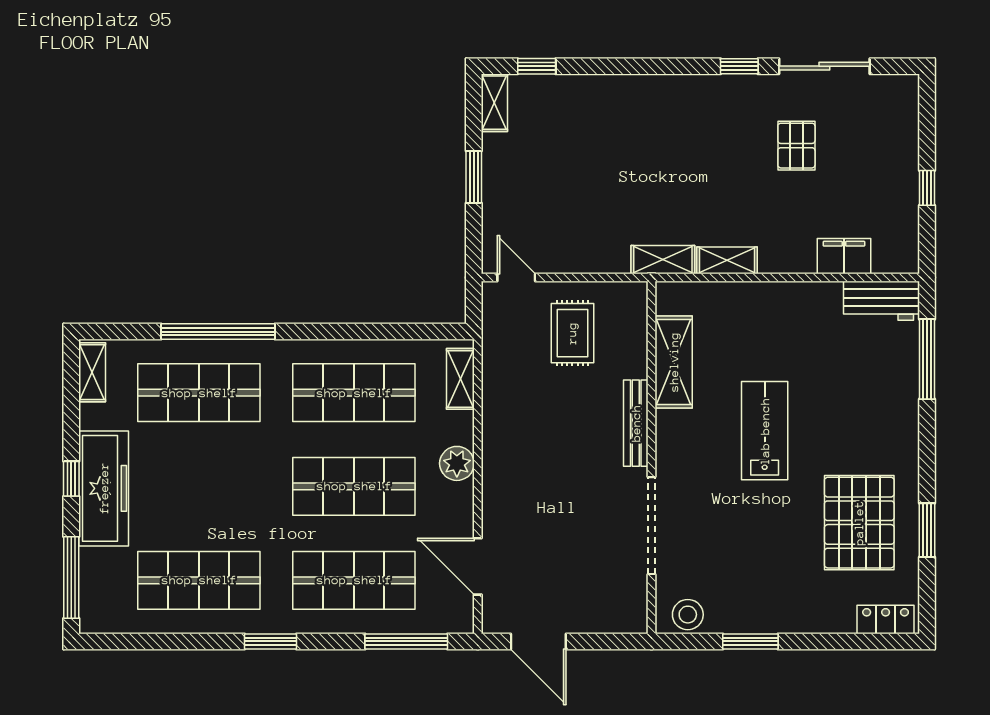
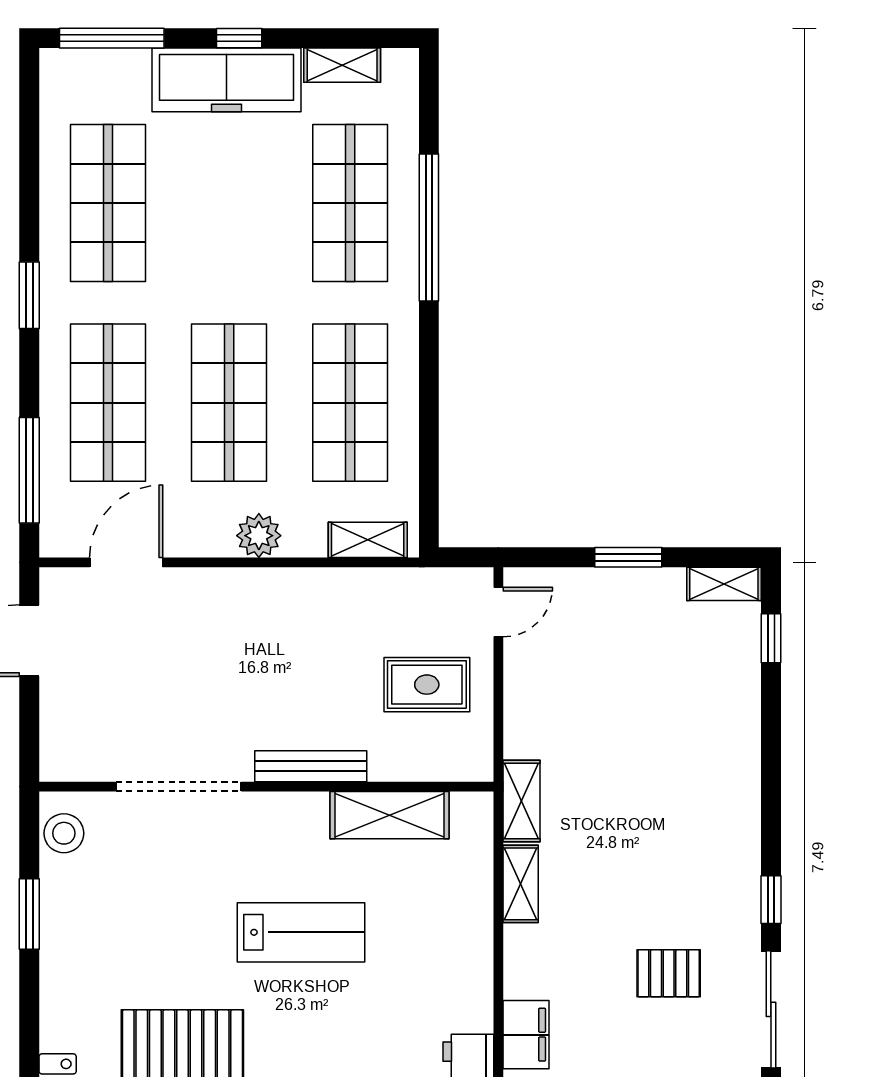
shelving: (92, 372) -> (342, 65), moved

